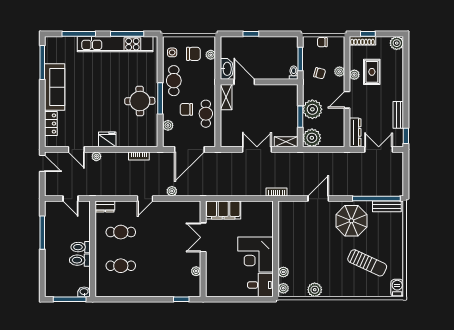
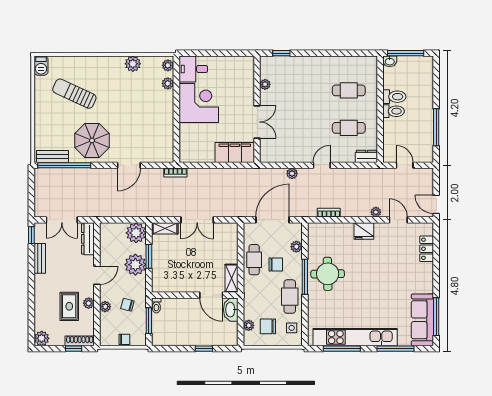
sofa: (55, 87) -> (422, 320), moved

